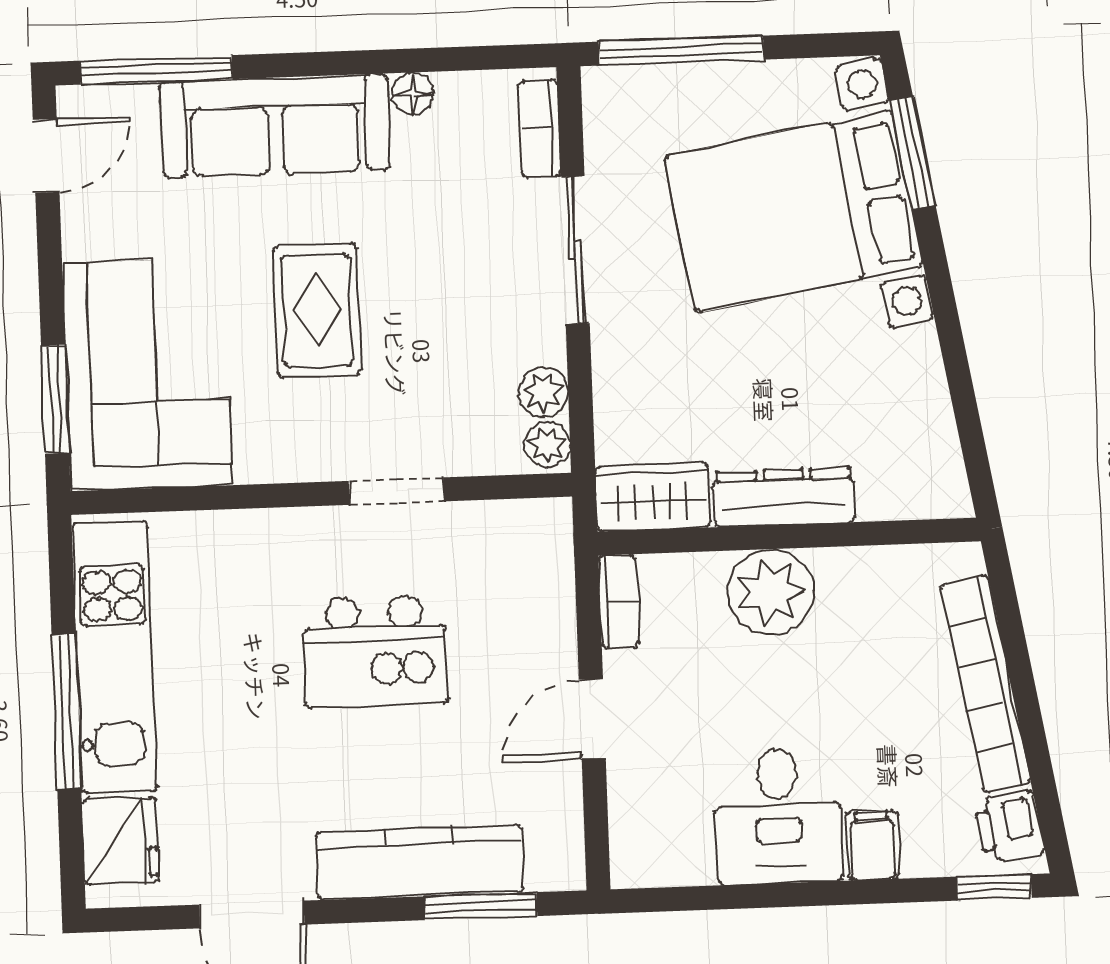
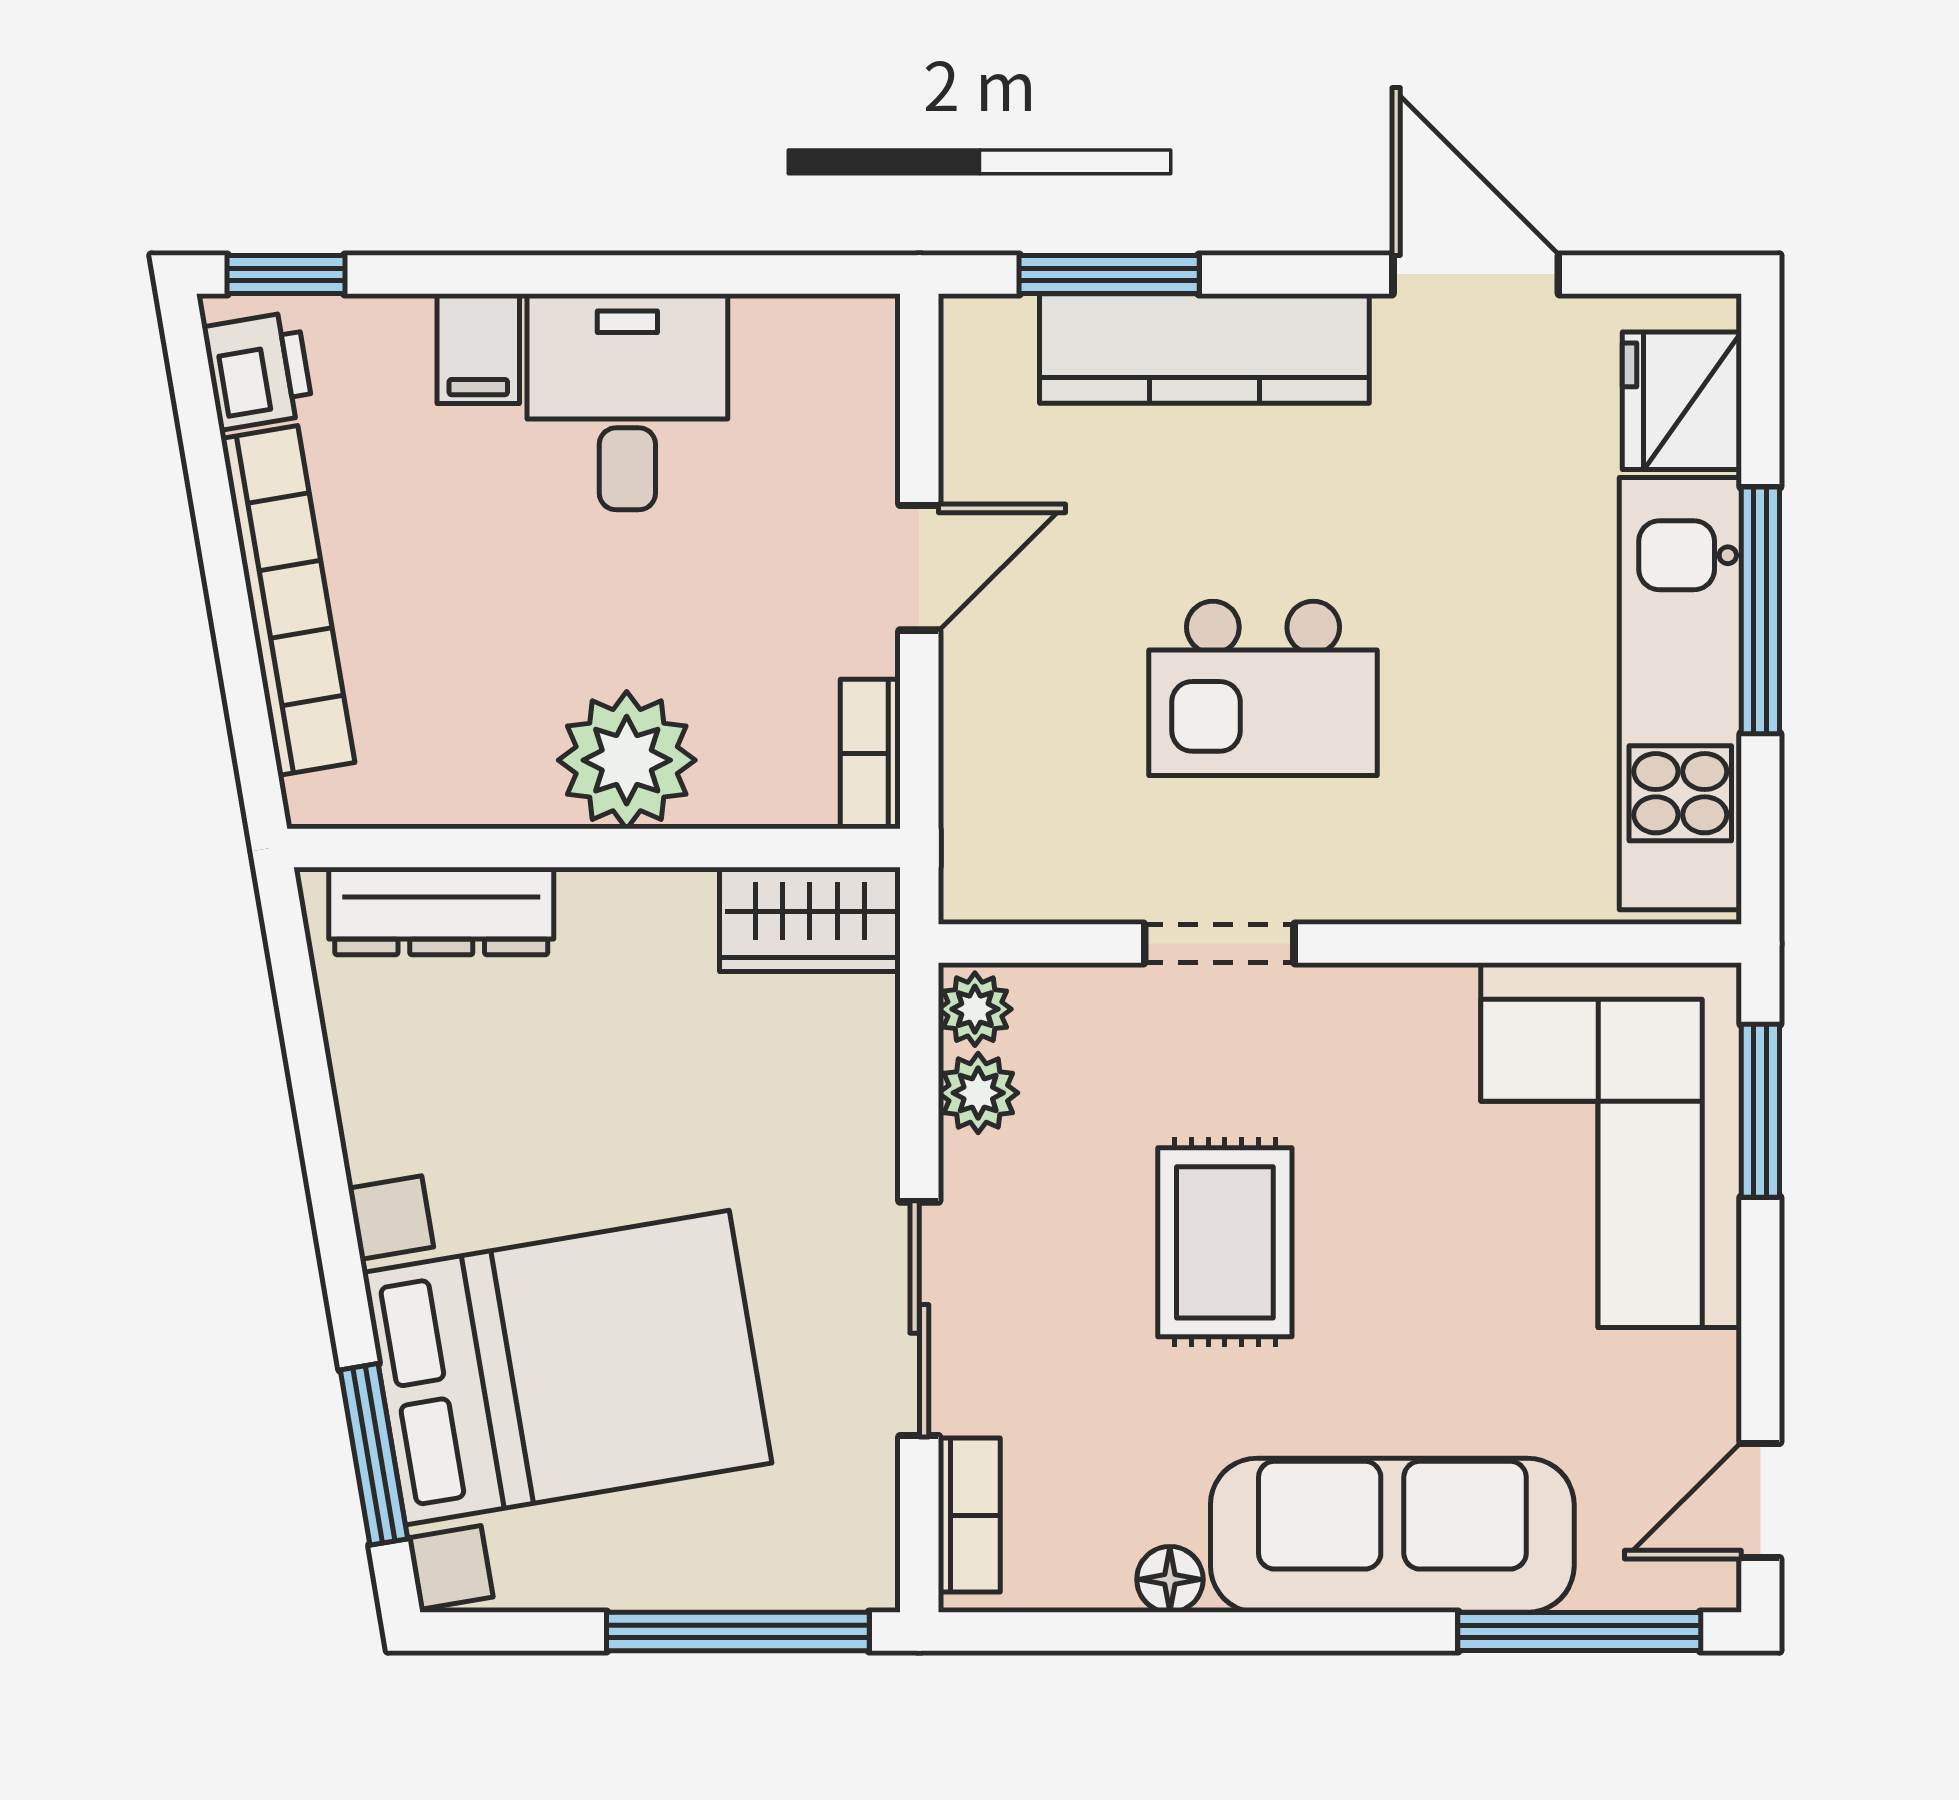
rug: (317, 311) -> (1225, 1242), moved
dresser: (784, 497) -> (441, 911), moved
kitchen island: (375, 651) -> (1263, 688), turned 180

